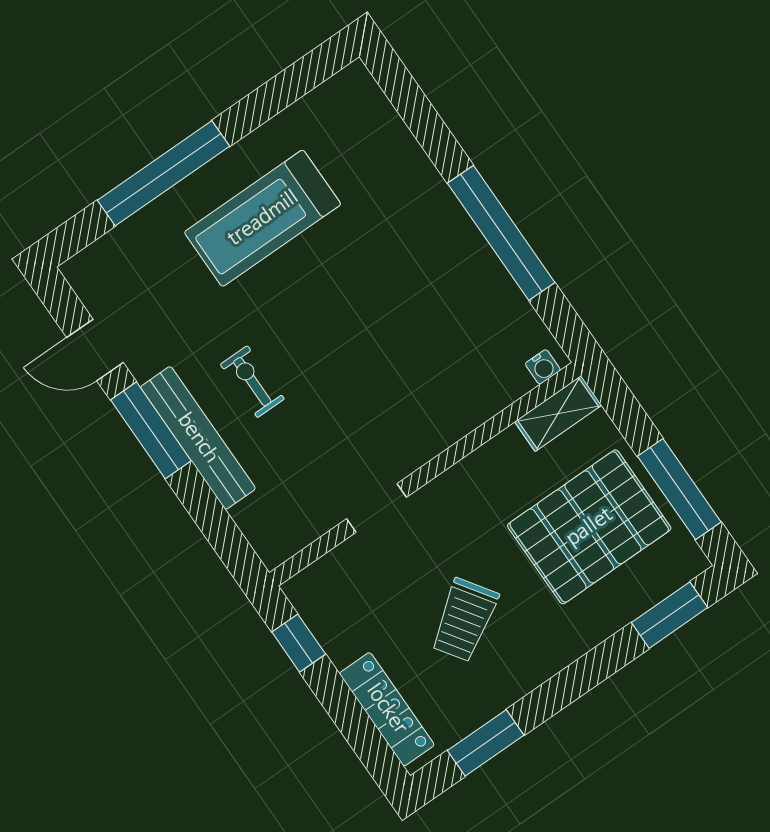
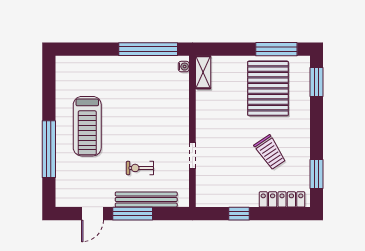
water cooler: (543, 367) -> (184, 67), moved
shelving: (558, 414) -> (203, 72), moved
wall: (425, 474) -> (192, 131), moved
doorway: (377, 508) -> (192, 156), moved

